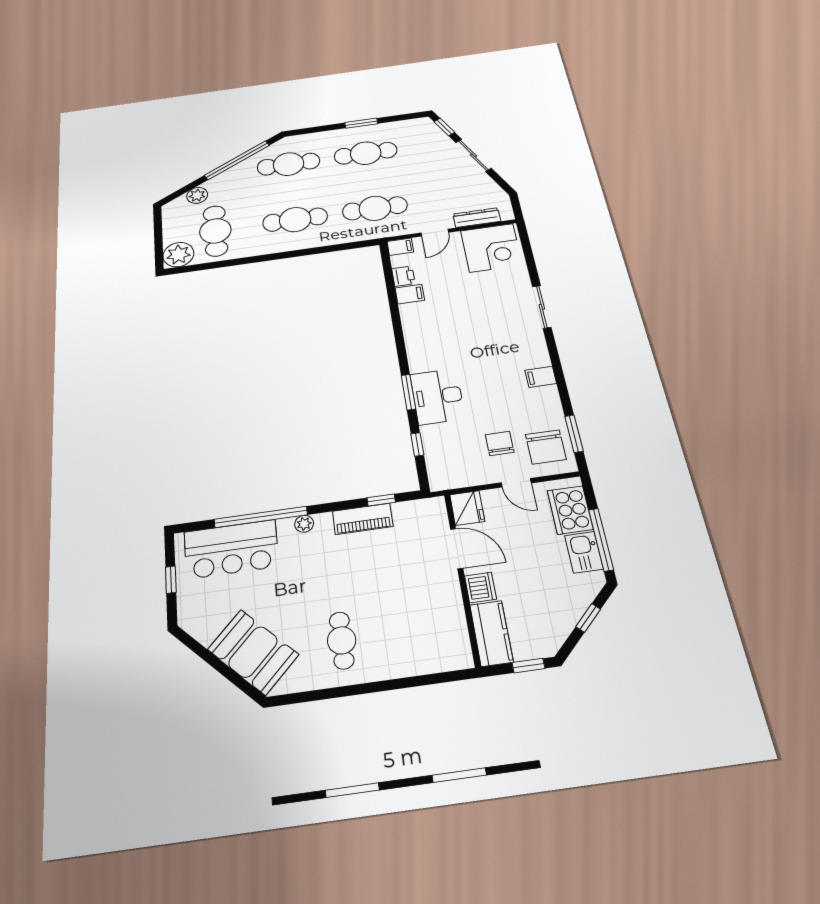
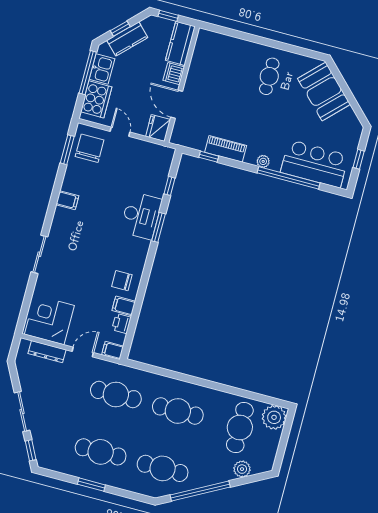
chair: (500, 443) -> (122, 281), moved, turned 90
kitchen counter: (571, 608) -> (127, 39), added

